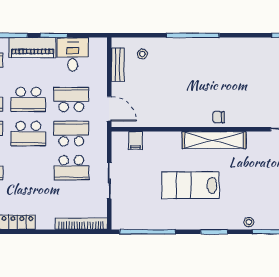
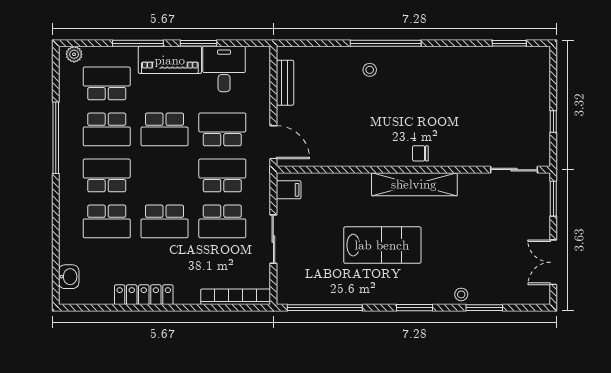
stool: (142, 54) -> (370, 70), moved
school desk: (28, 134) -> (165, 221), moved
filing cabinet: (135, 141) -> (289, 190), moved, turned -90
lab bench: (190, 185) -> (382, 245), turned 180

